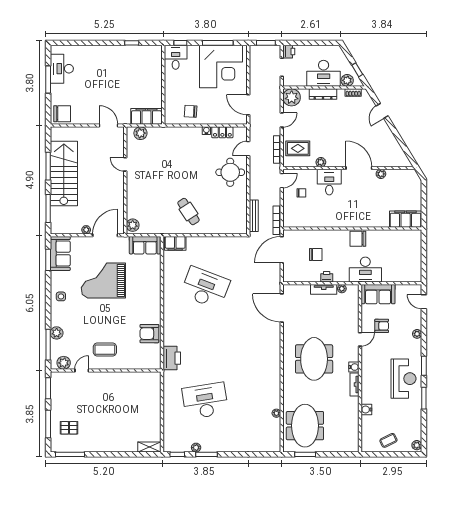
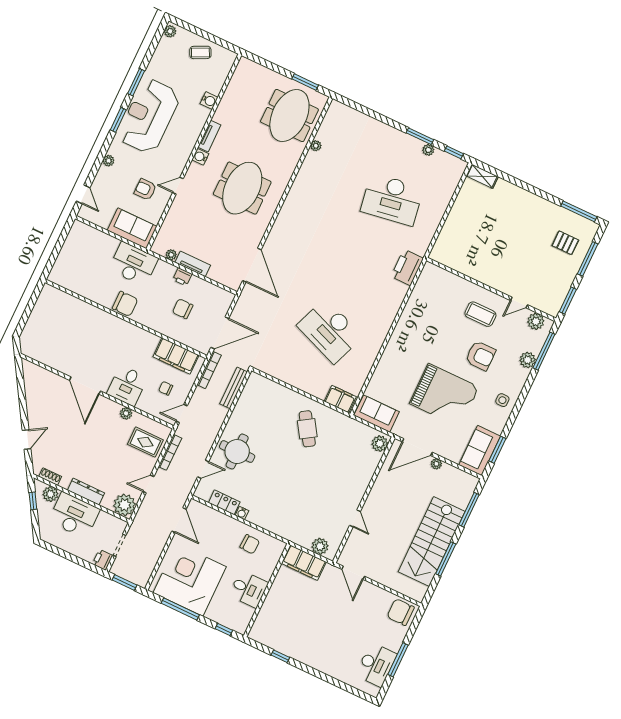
desk: (176, 57) -> (249, 589), moved, turned -90
plant: (381, 174) -> (63, 367), removed
filing cabinet: (406, 219) -> (176, 356), moved
armchair: (149, 334) -> (480, 356), moved
reception desk: (403, 379) -> (149, 116), width x1.36, depth x1.30

